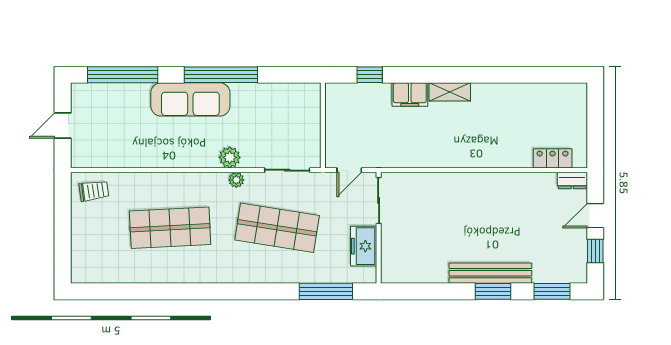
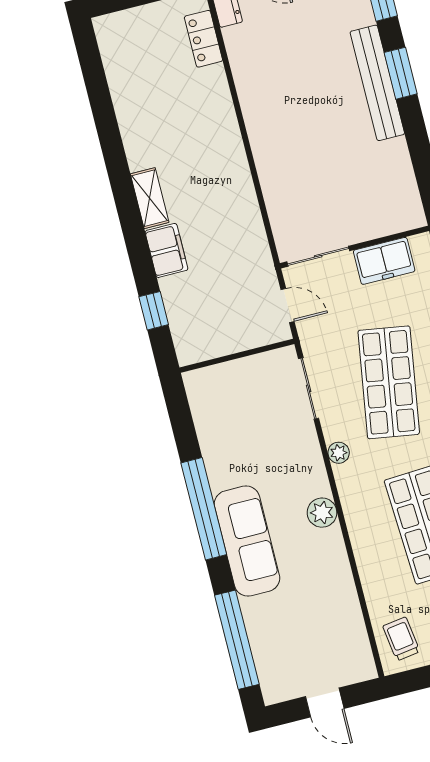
plant: (230, 157) -> (322, 513), moved

